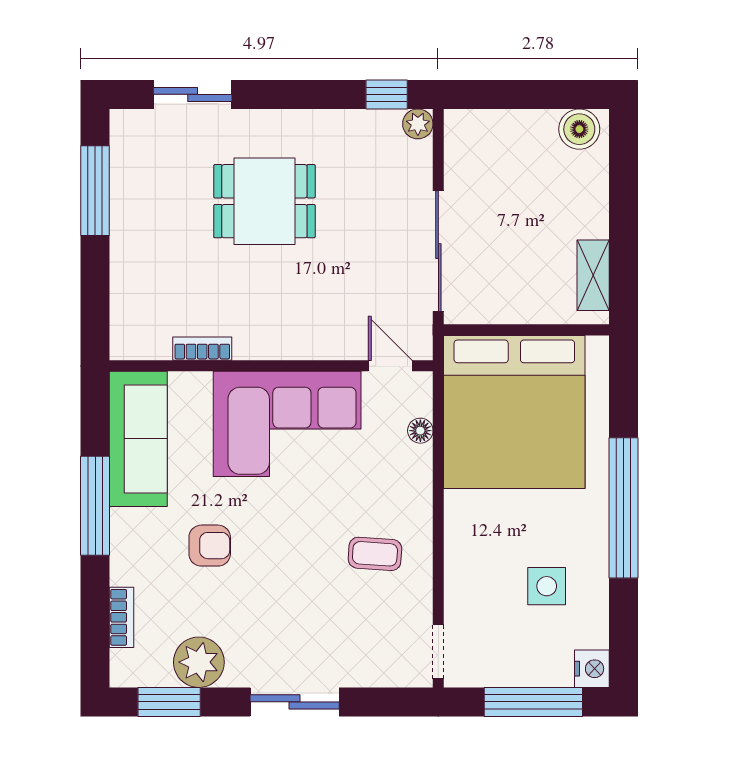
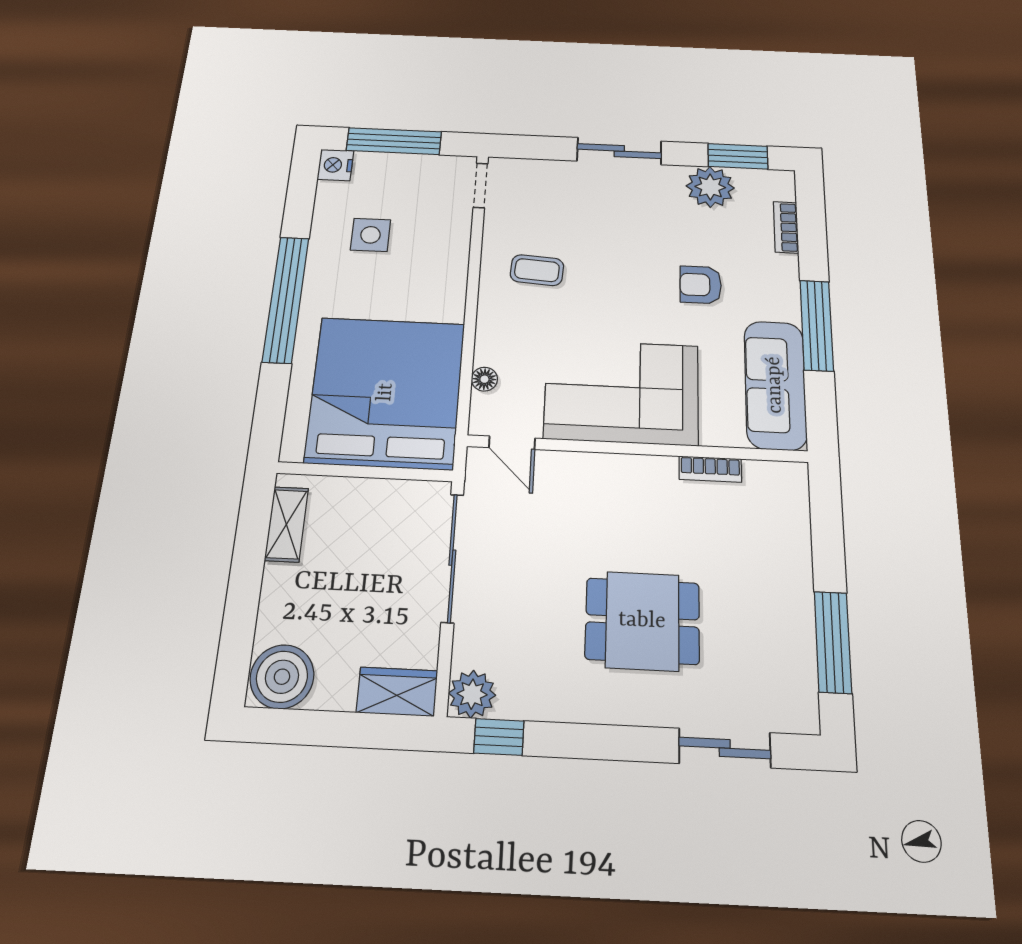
plant: (418, 124) -> (472, 694), width x1.38, depth x1.38
wardrobe: (478, 128) -> (397, 692), added
boiler: (579, 129) -> (282, 677), width x1.37, depth x1.37

